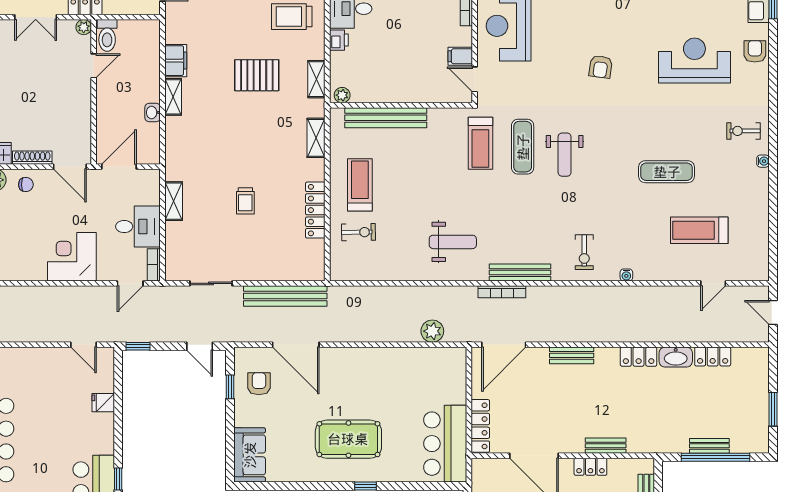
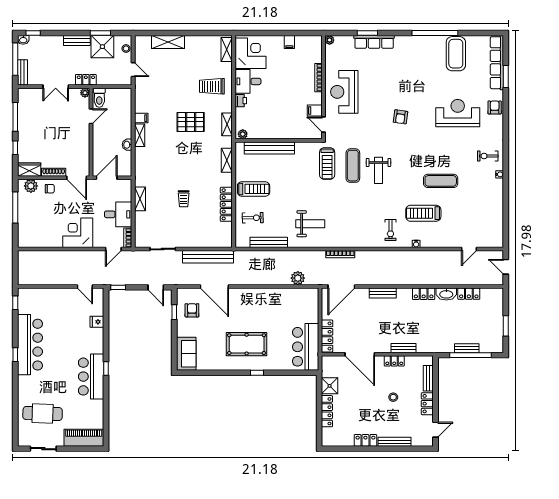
filing cabinet: (176, 61) -> (141, 118), width x0.50
treadmill: (360, 185) -> (254, 189), turned 90
treadmill: (699, 230) -> (423, 213), moved
bench: (520, 273) -> (269, 242), moved

